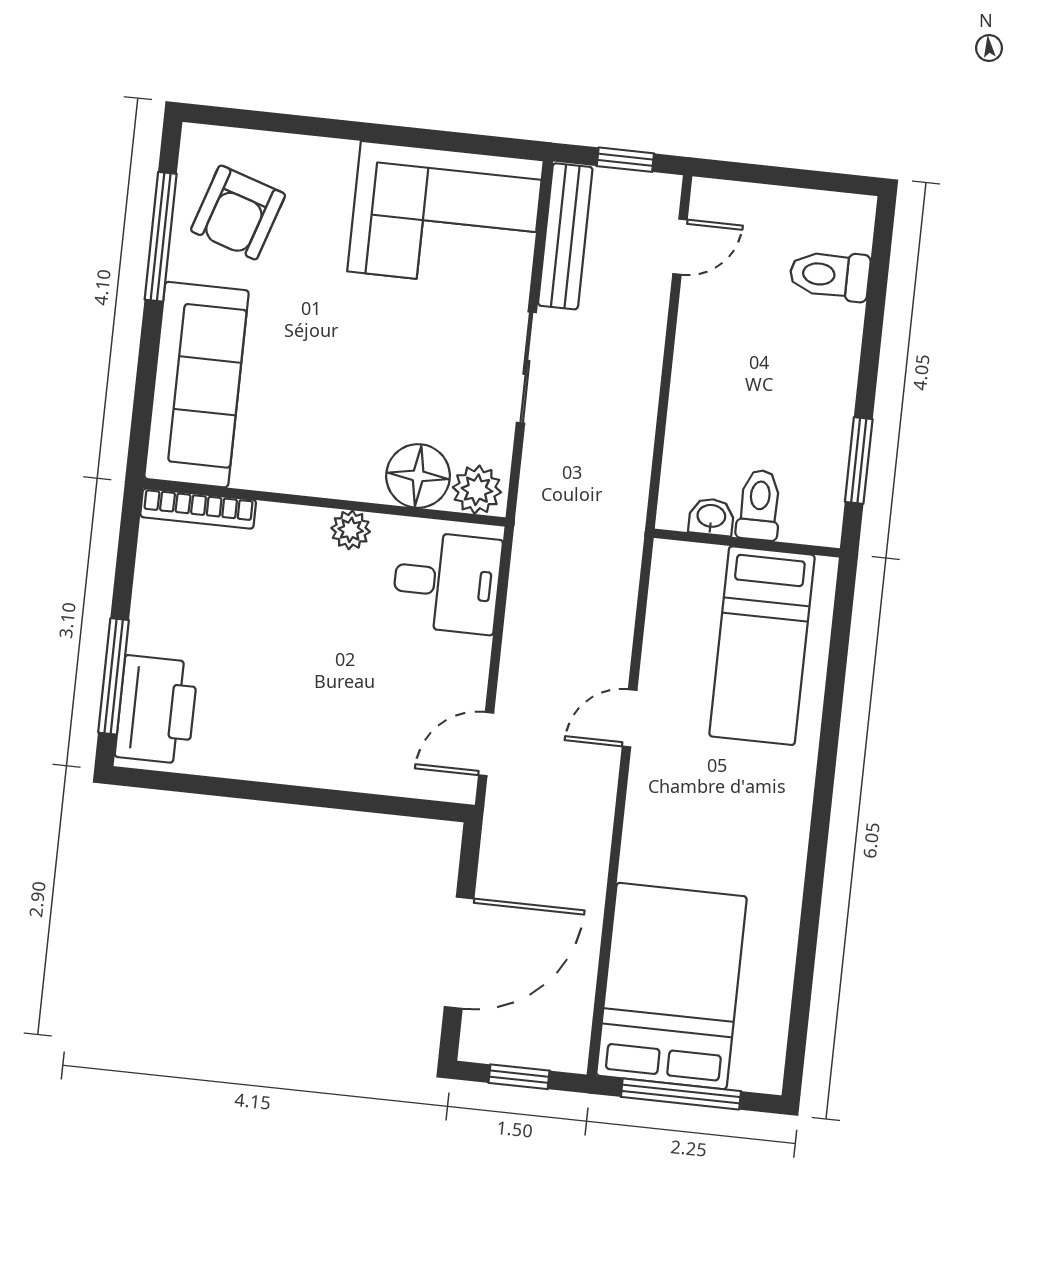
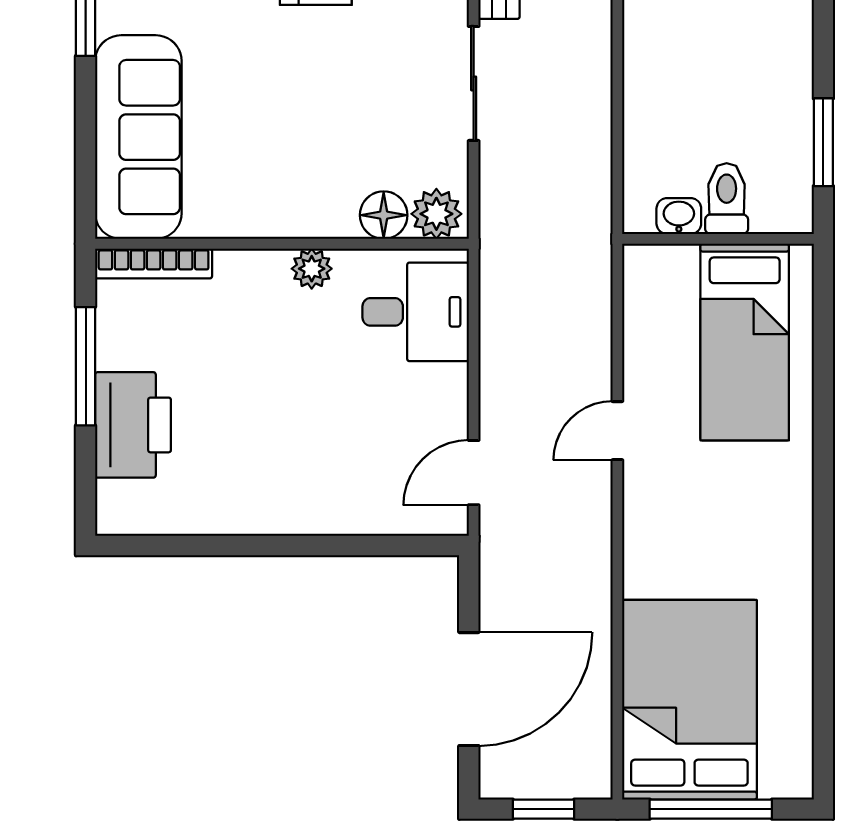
floor lamp: (418, 476) -> (384, 215), width x0.73, depth x0.73
window: (114, 676) -> (86, 366), moved
printer: (157, 710) -> (133, 425), moved

